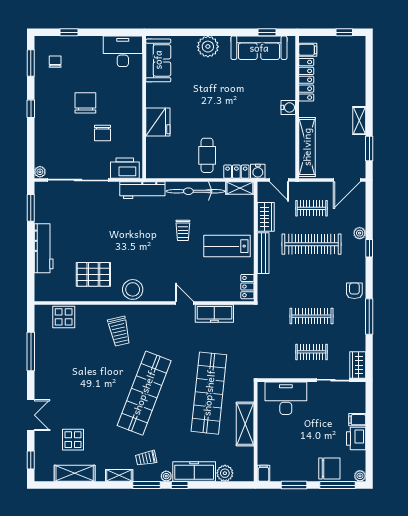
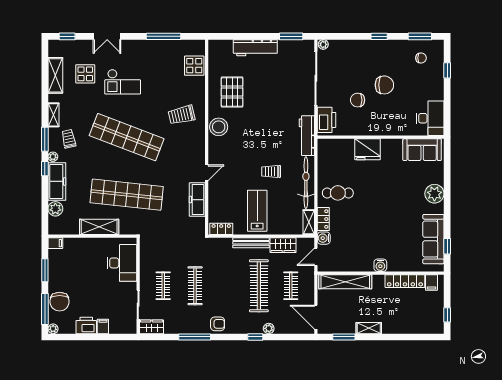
checkout: (82, 398) -> (123, 82), added

